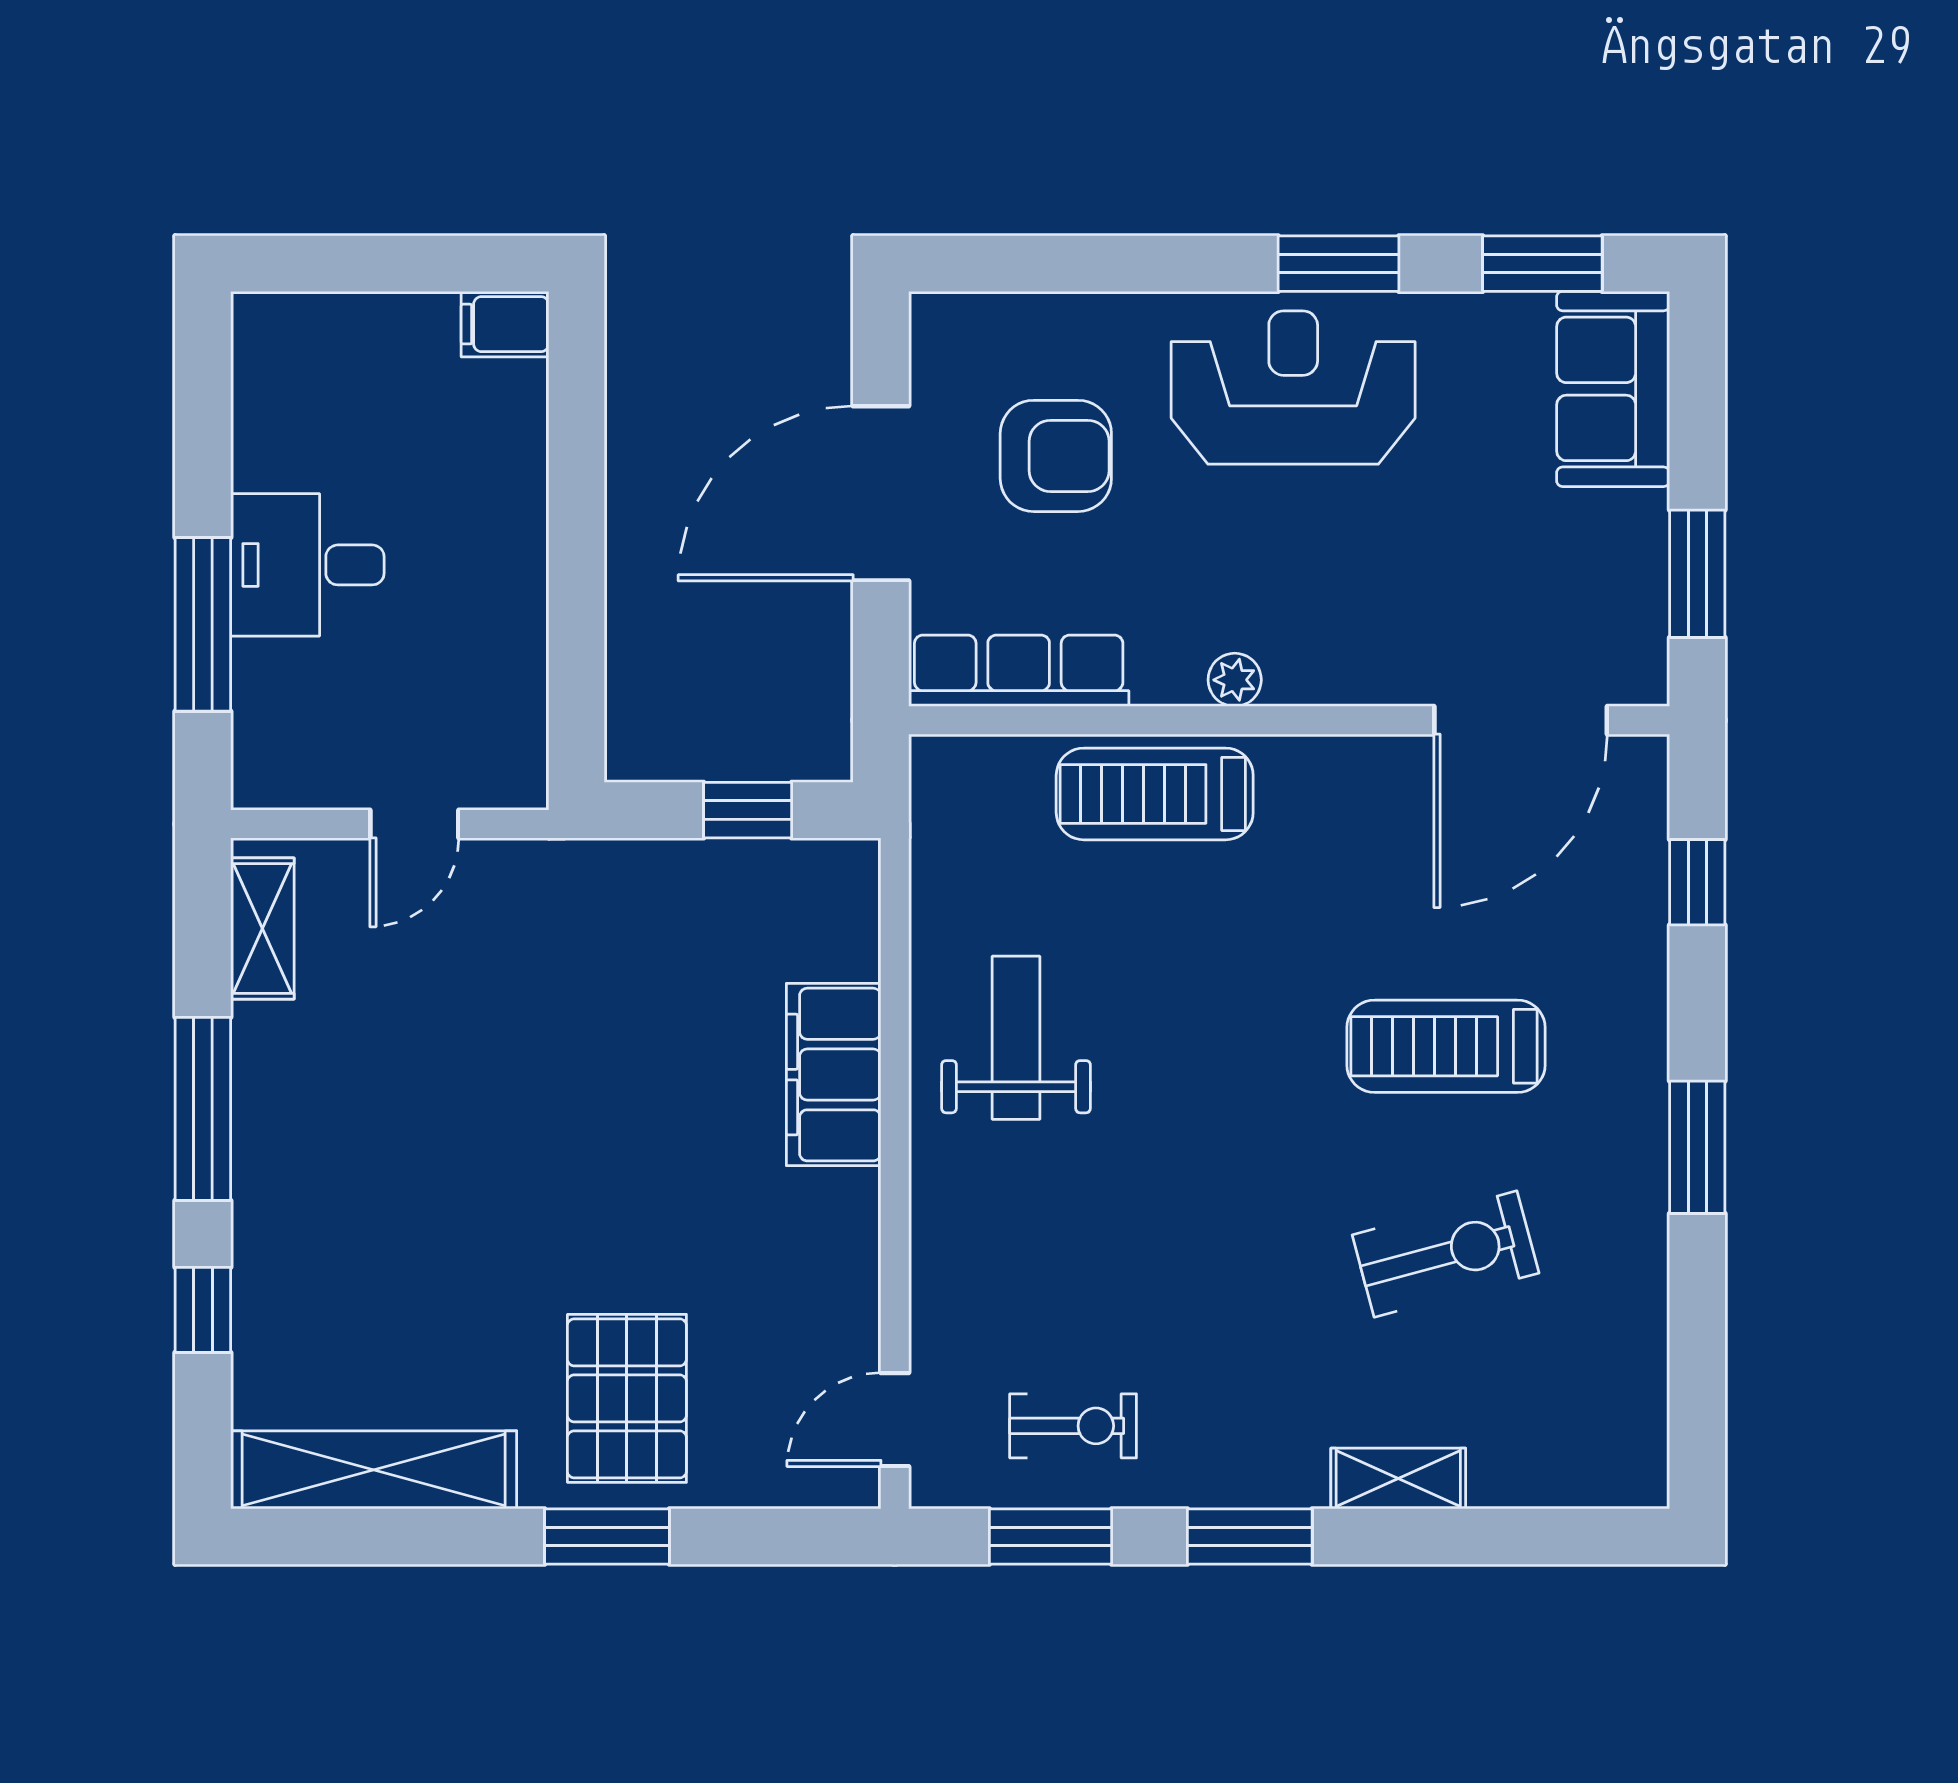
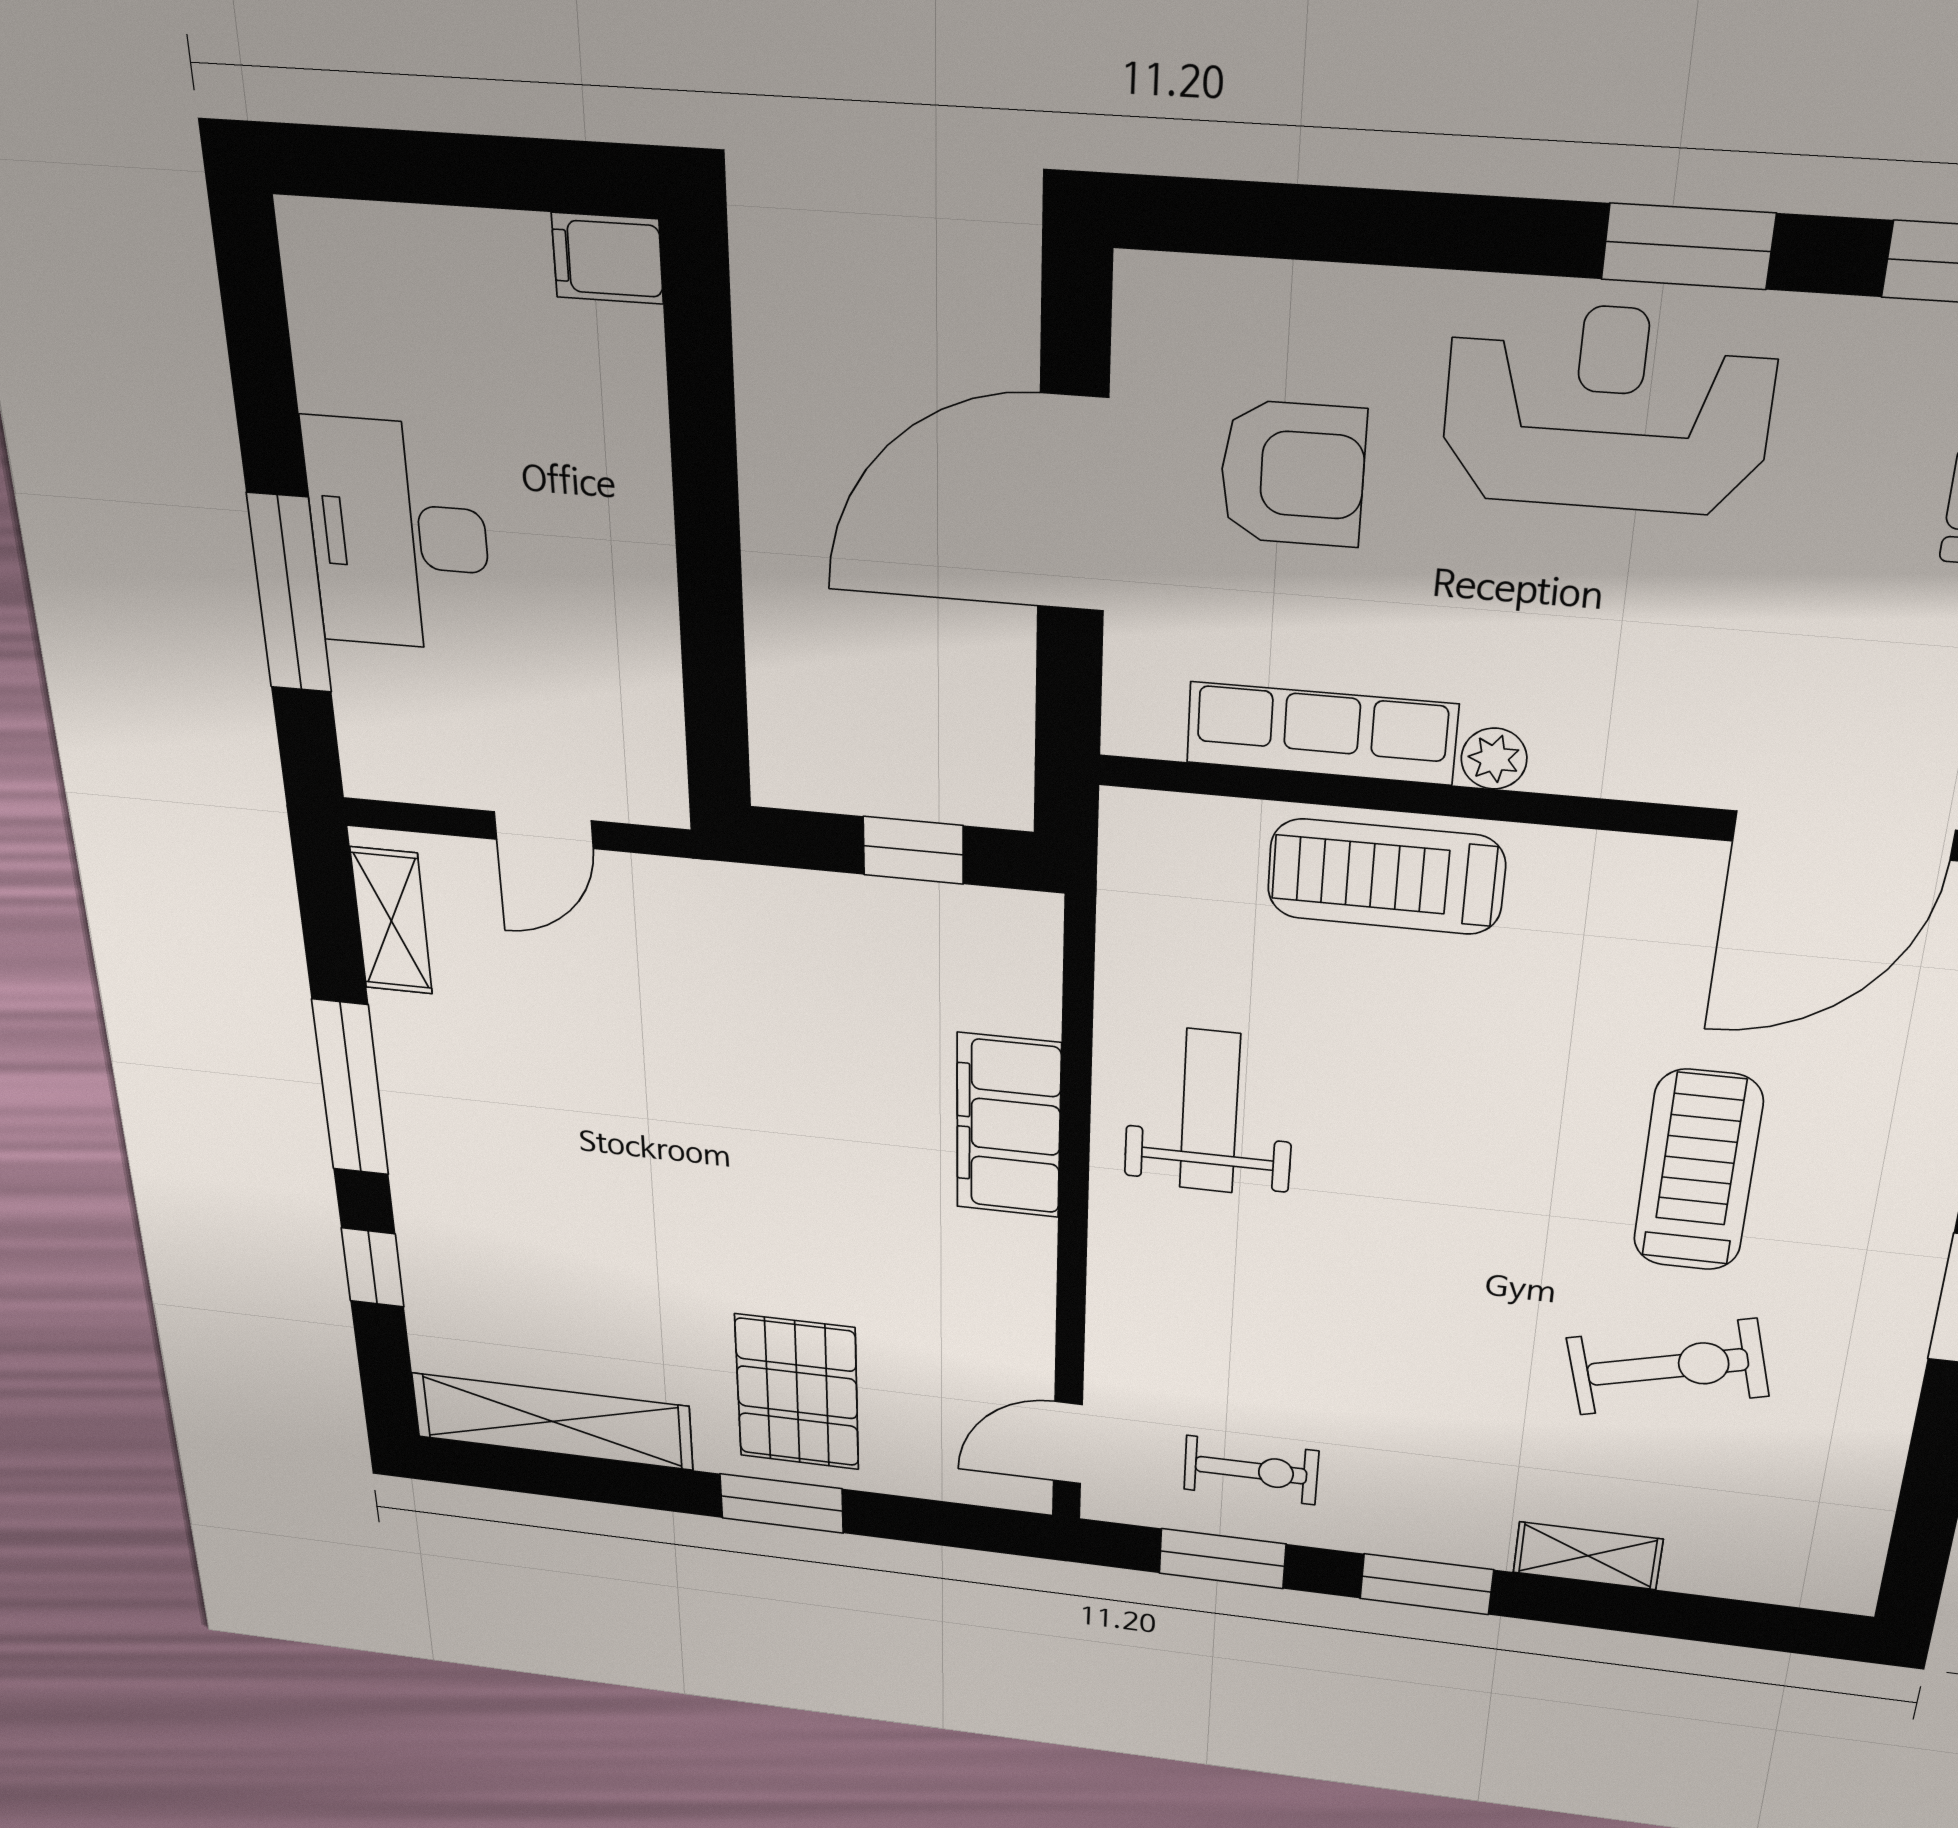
desk: (307, 565) -> (399, 536), width x1.37
row of seats: (1019, 671) -> (1321, 733), moved
treadmill: (1446, 1046) -> (1698, 1171), turned 90

